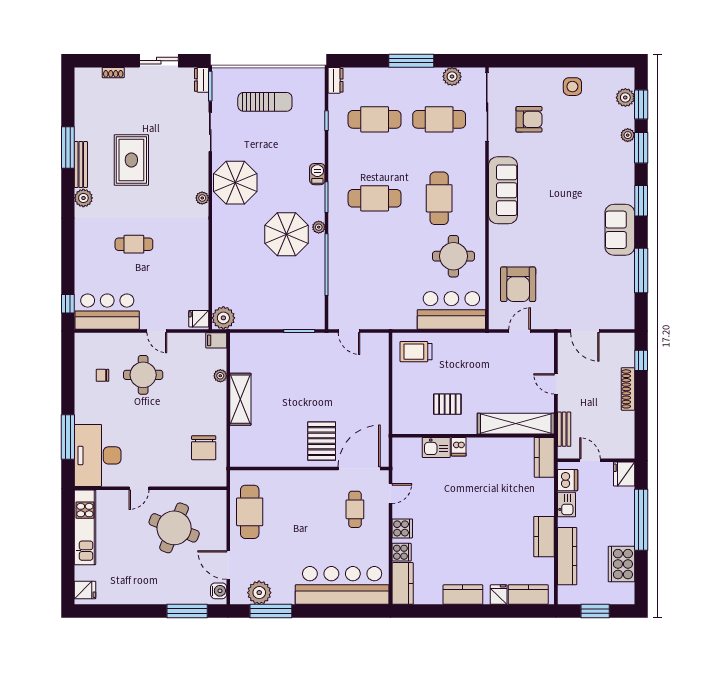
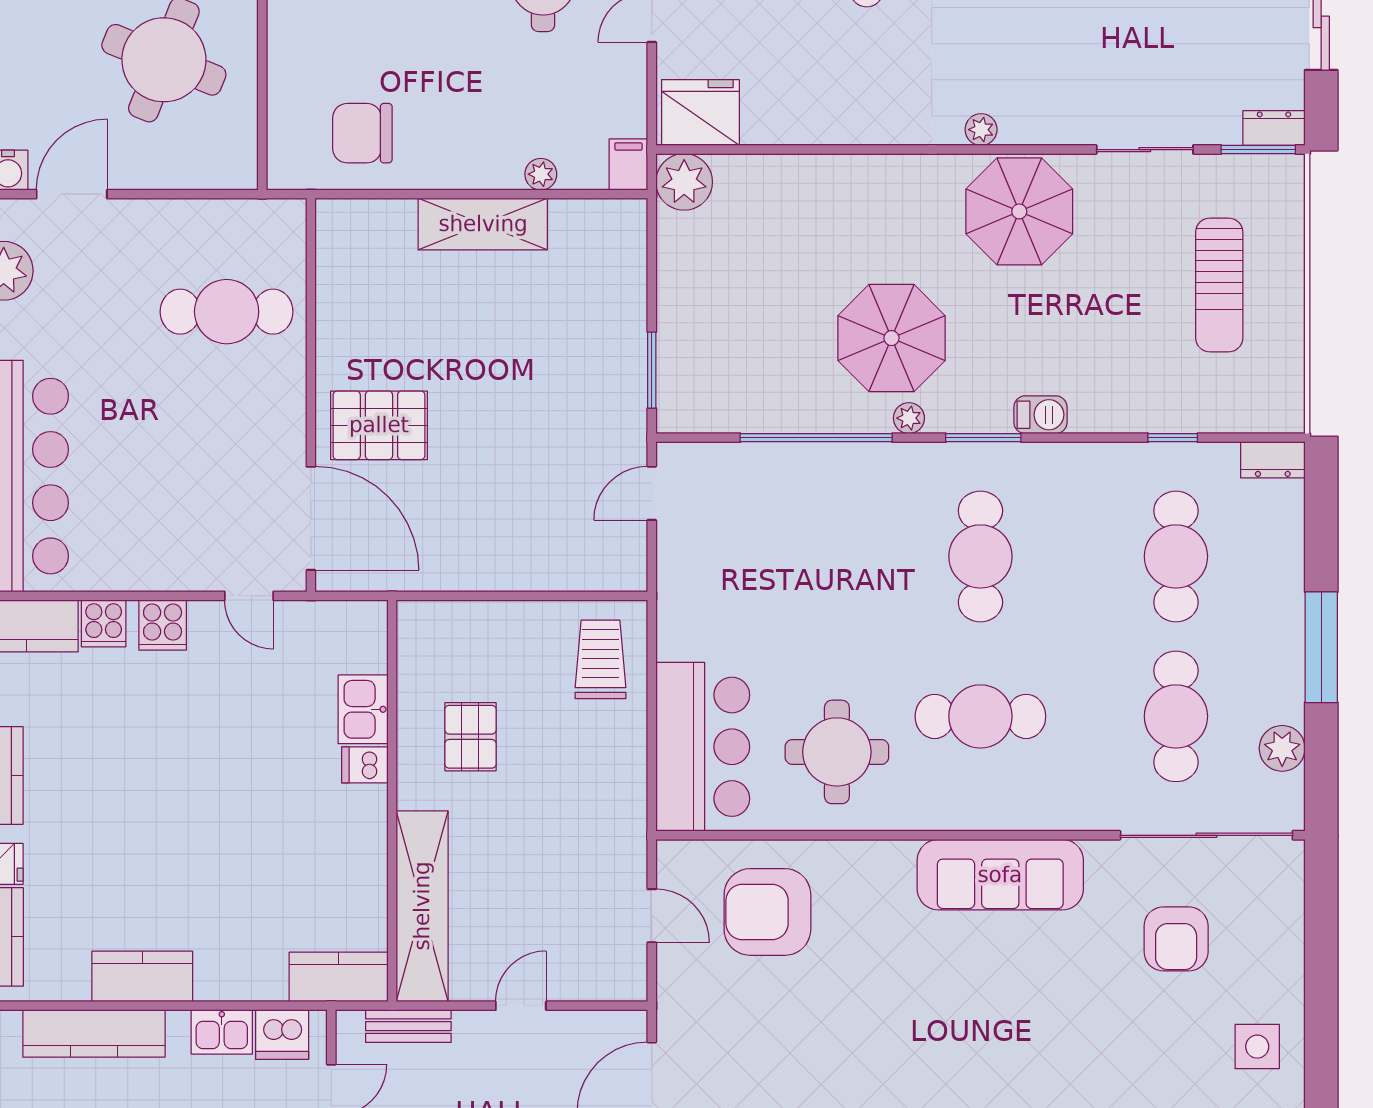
fridge: (199, 319) -> (700, 113), width x1.88, depth x1.34
cafe table: (355, 509) -> (210, 508), removed
cafe table: (250, 512) -> (227, 312), moved

